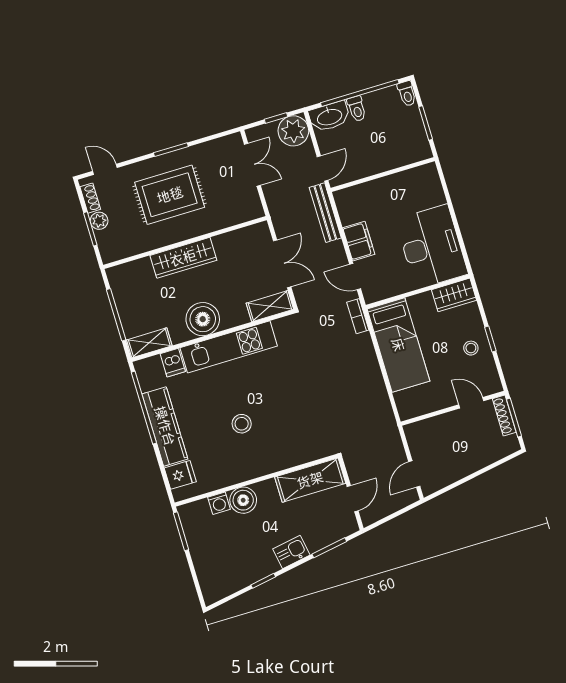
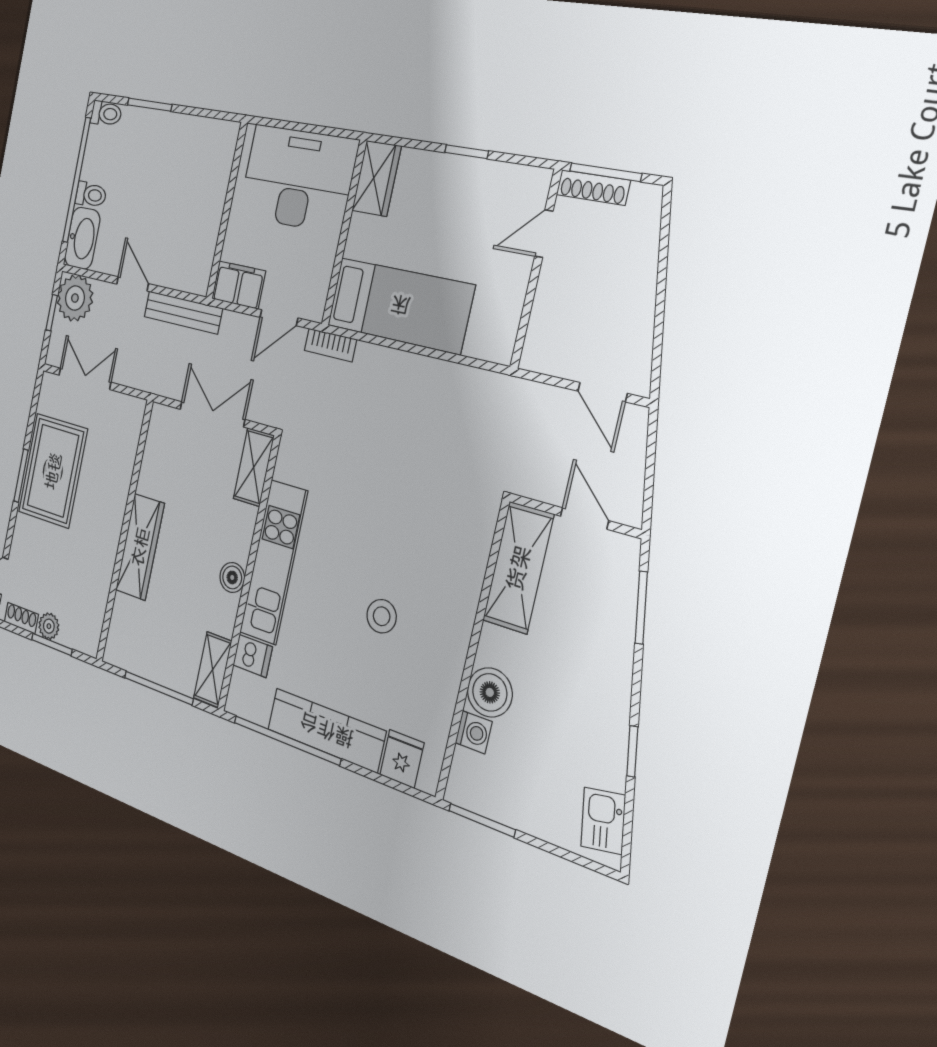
wall: (383, 175) -> (227, 211), moved
rug: (170, 195) -> (53, 471), moved
boiler: (203, 319) -> (232, 577), width x0.54, depth x0.54
stool: (471, 348) -> (463, 191), removed
kitchen sink: (291, 552) -> (603, 821), moved

